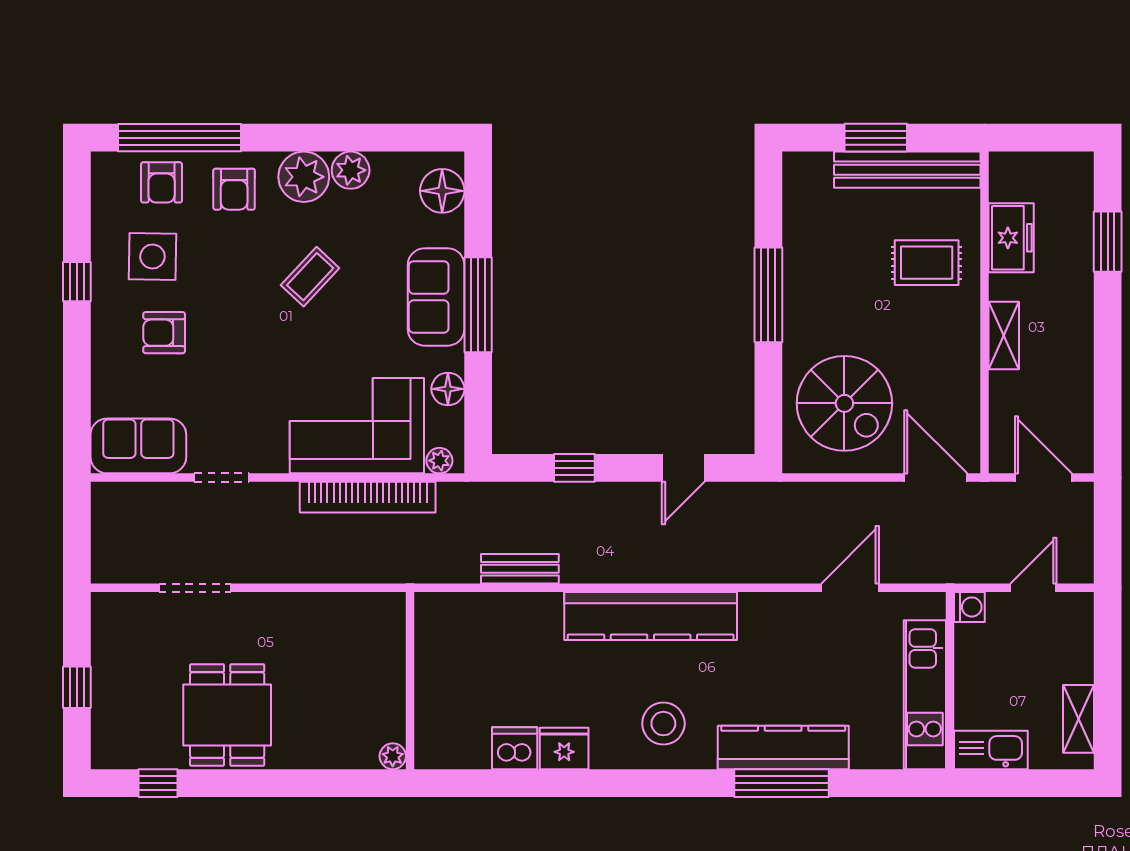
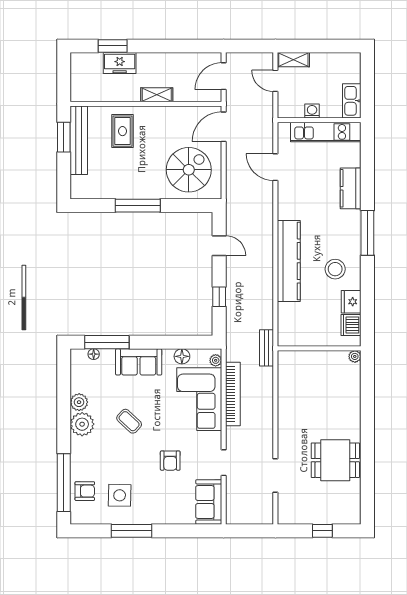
window: (876, 138) -> (64, 137), moved
armchair: (234, 189) -> (88, 457), removed
floor lamp: (442, 191) -> (94, 354), width x0.53, depth x0.53
freezer: (1011, 238) -> (120, 63), moved, turned 180
window: (77, 282) -> (131, 531), width x2.17
window: (478, 305) -> (107, 342), moved
armchair: (164, 333) -> (170, 461), moved
bench: (520, 569) -> (267, 348), moved
washing machine: (969, 607) -> (312, 111), moved
wall: (410, 681) -> (319, 348), moved
shelving: (1079, 719) -> (293, 60), moved
stool: (663, 724) -> (335, 269), moved
kitchen counter: (783, 748) -> (351, 188), width x0.67
plant: (393, 756) -> (355, 356), moved
window: (158, 783) -> (367, 493), removed
window: (782, 783) -> (367, 233), moved

